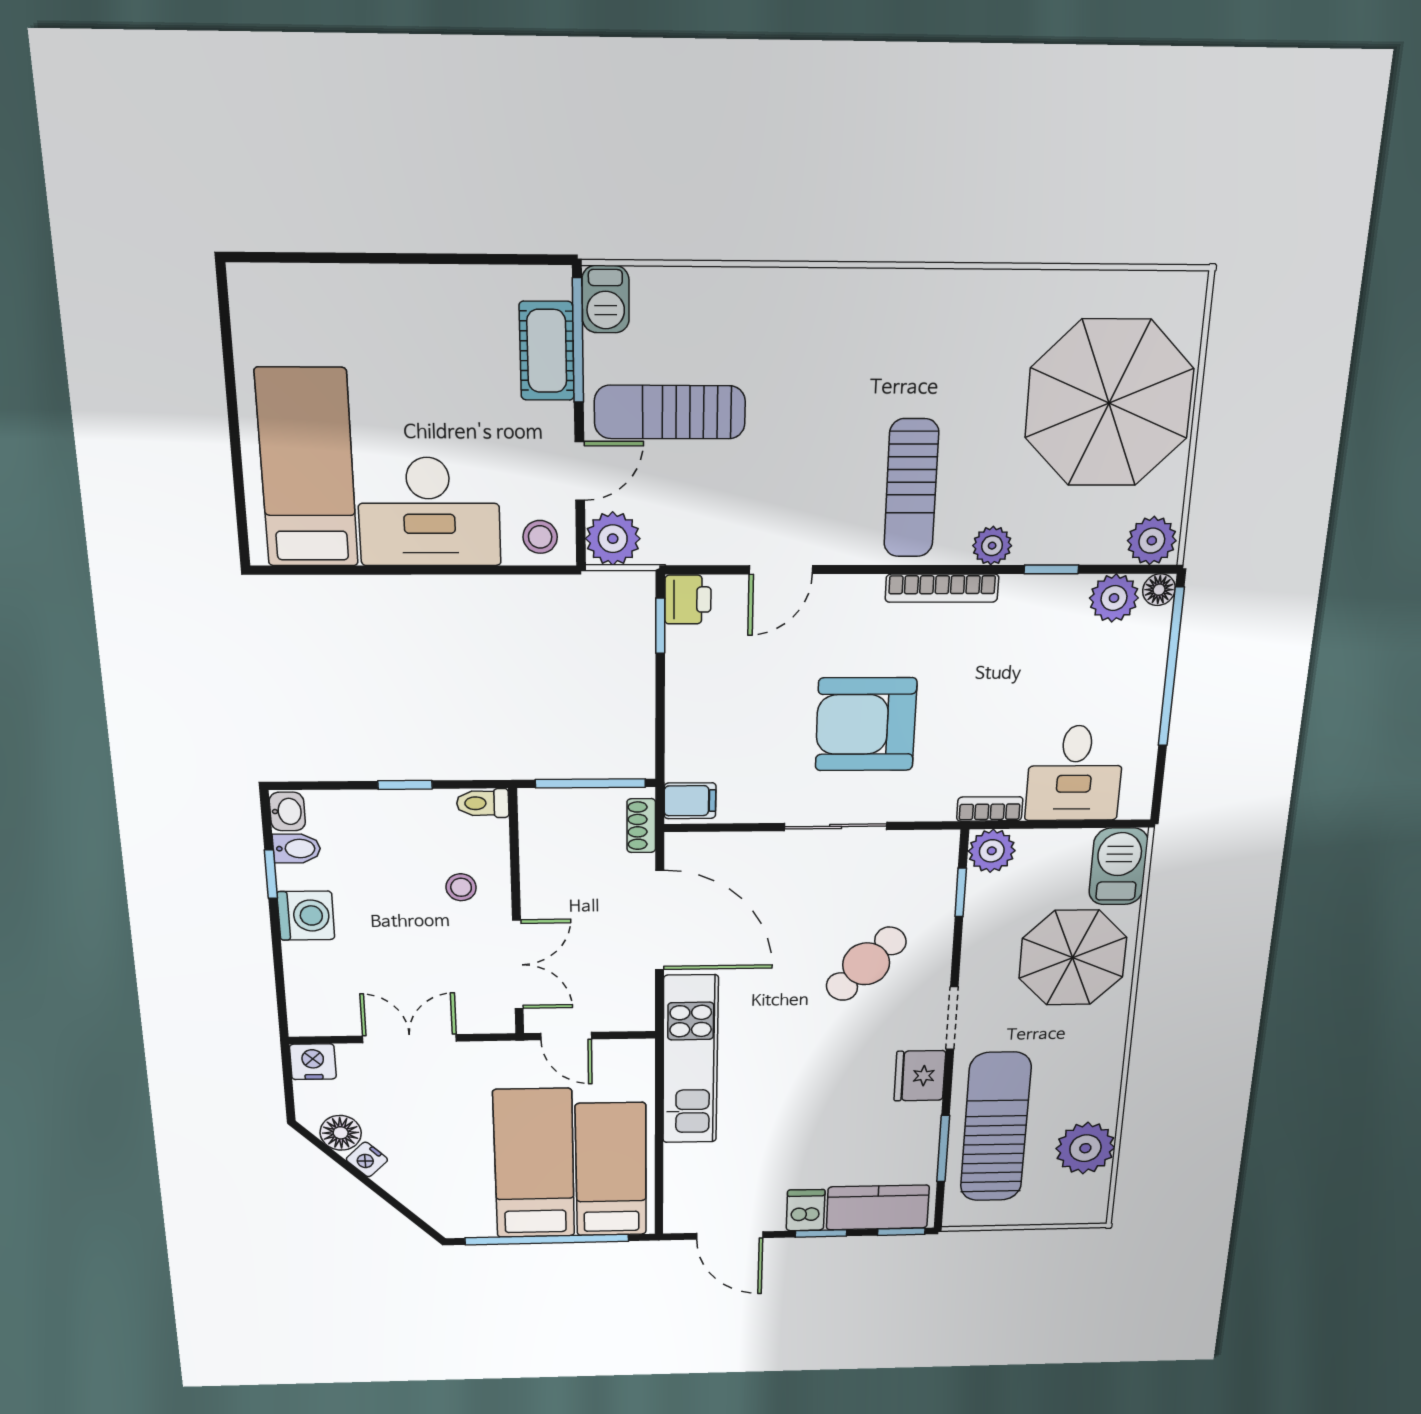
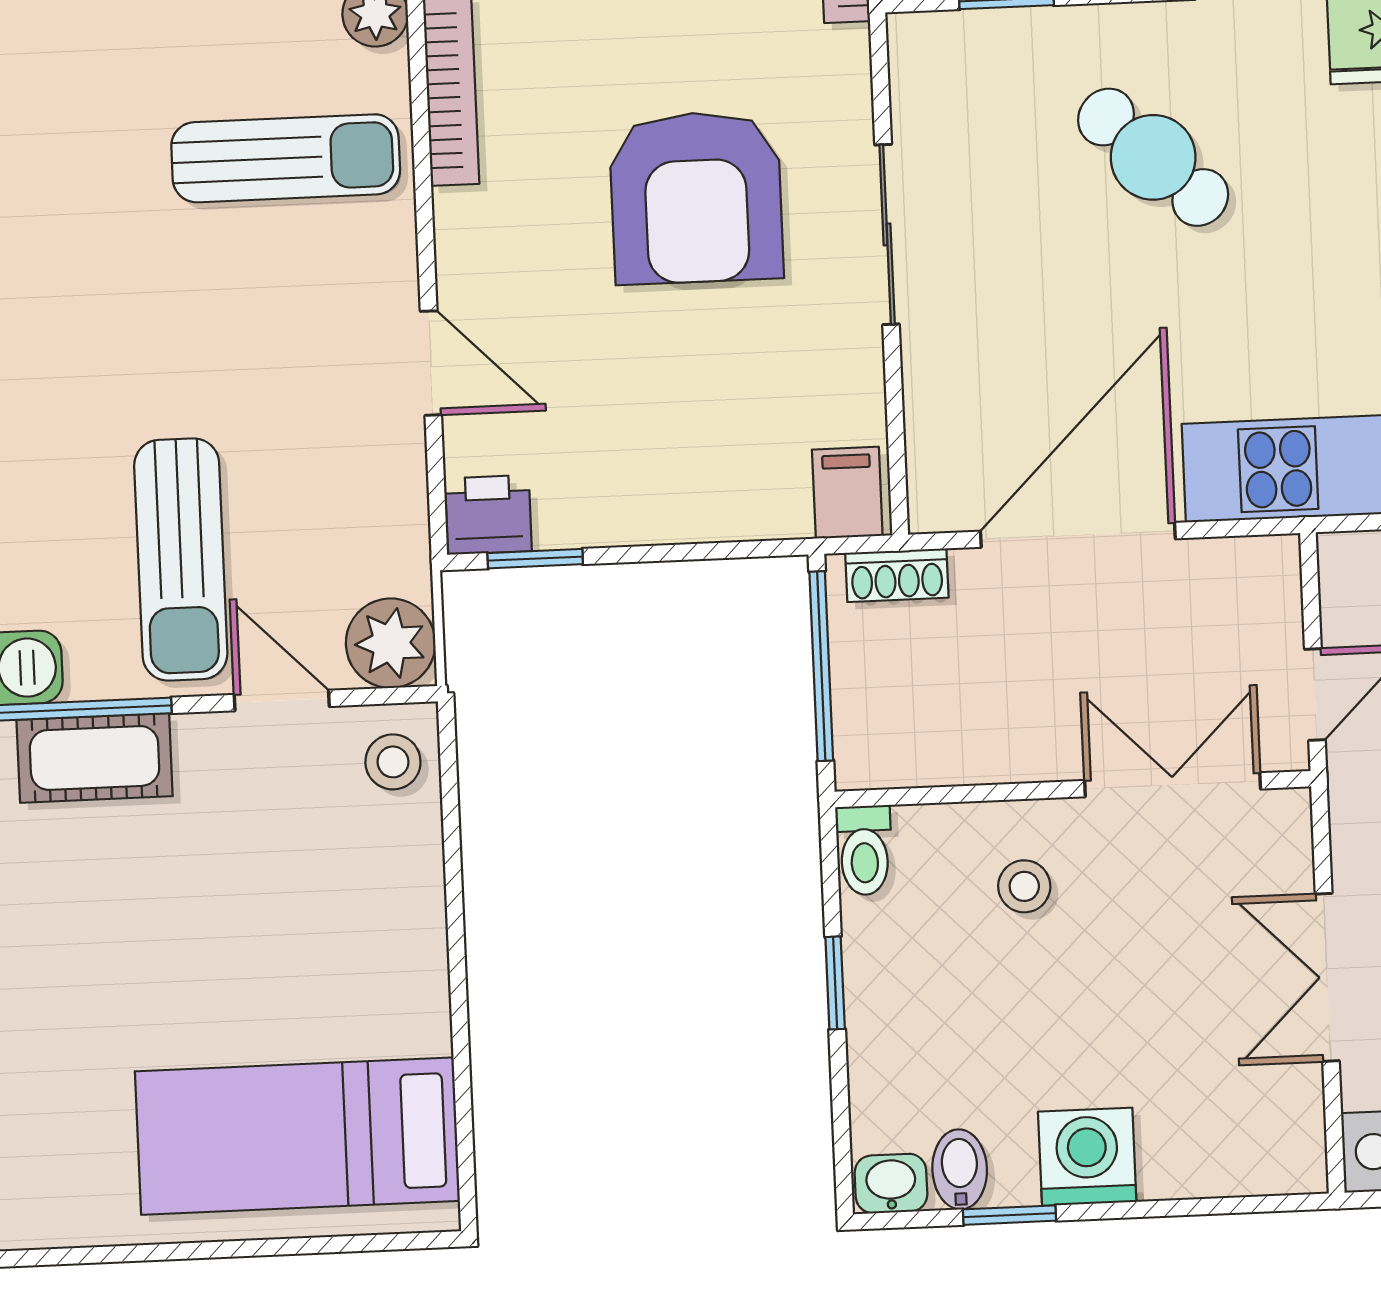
desk: (429, 512) -> (359, 942), removed

